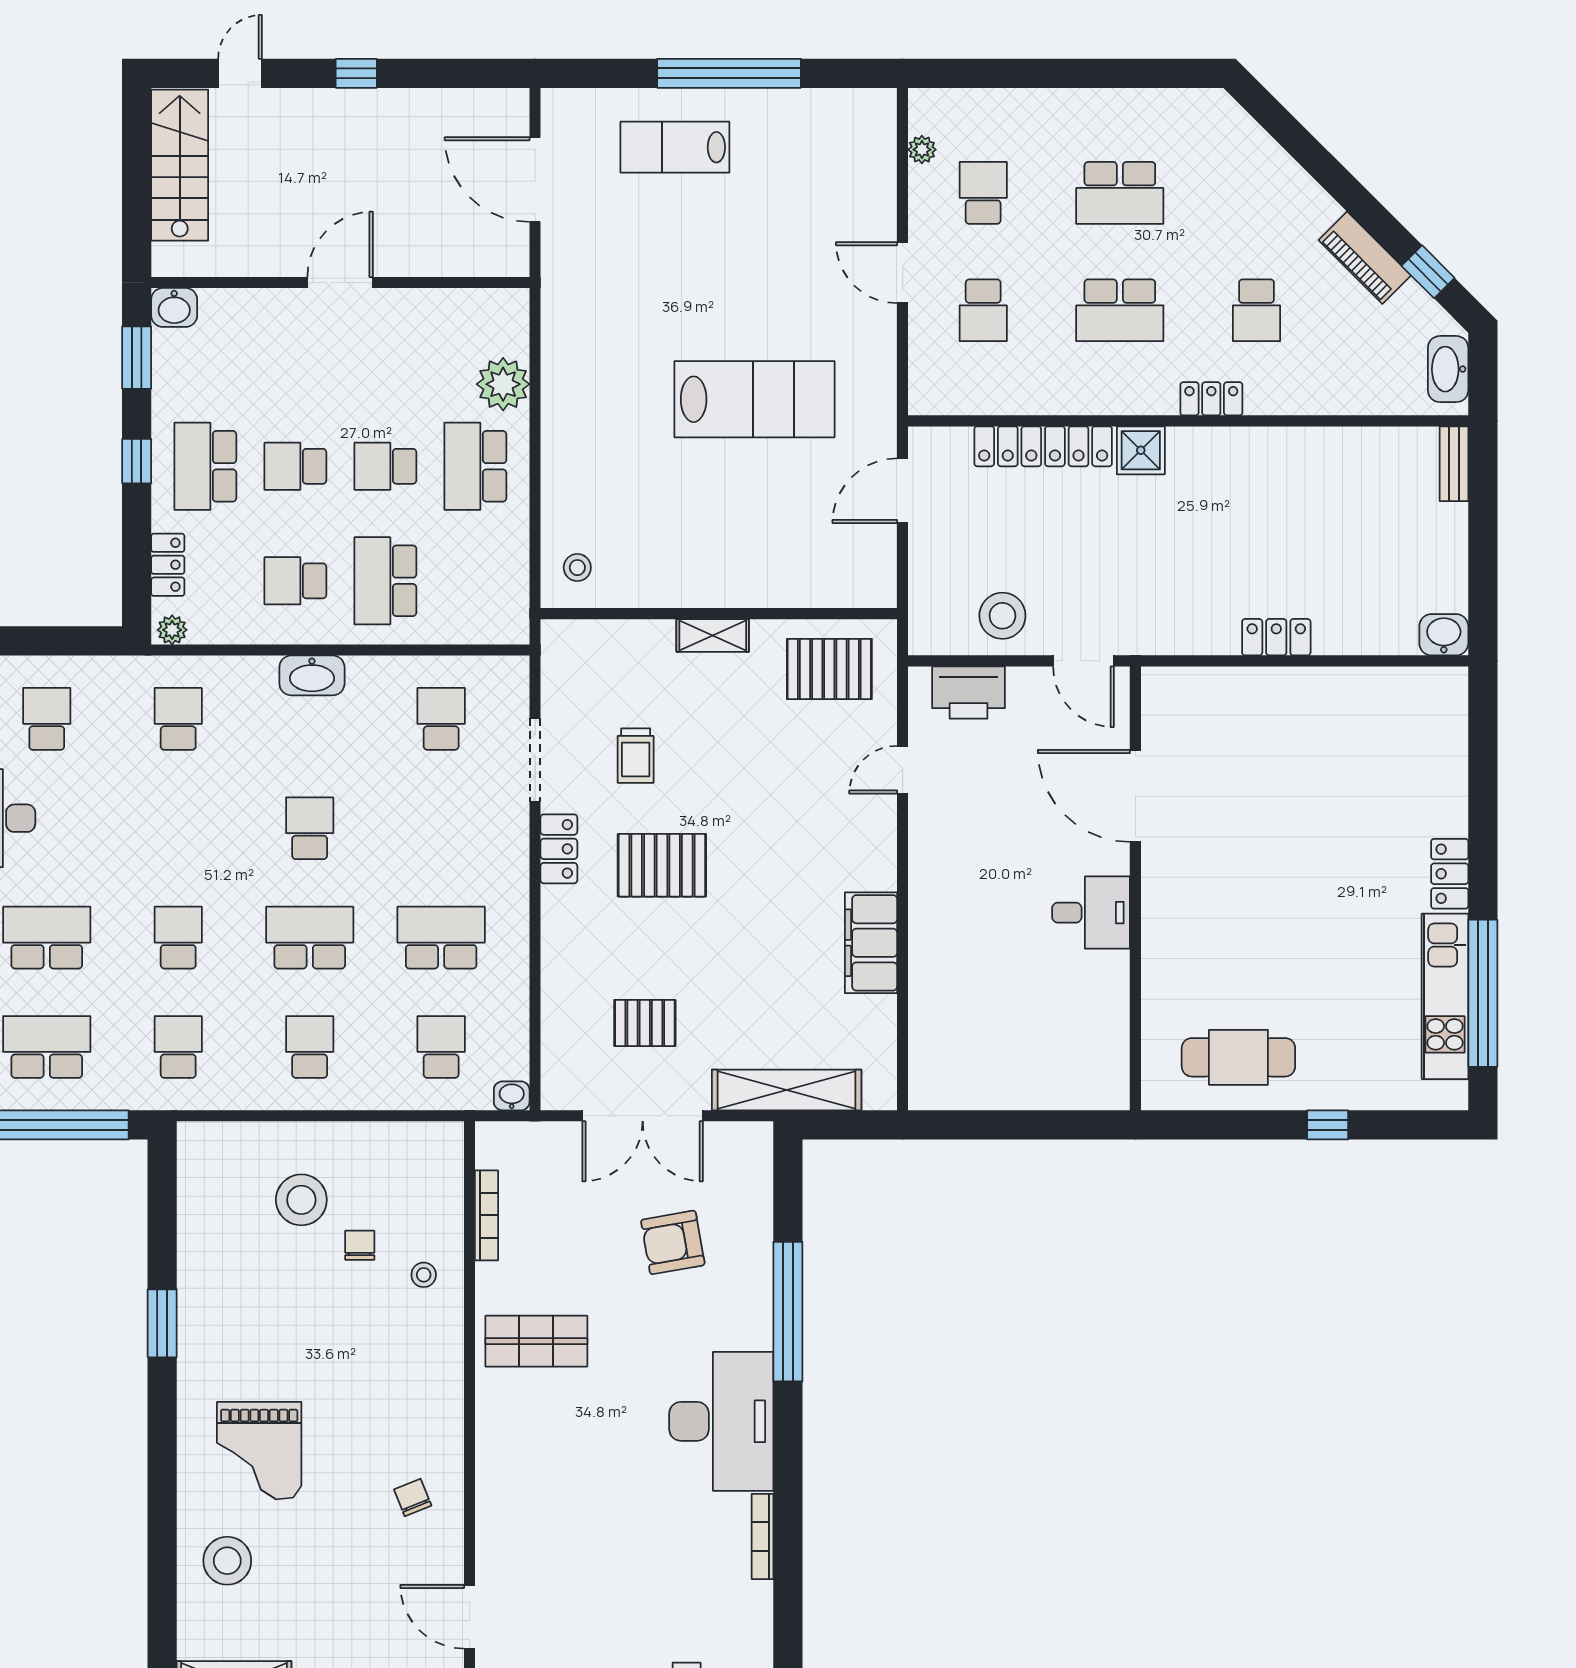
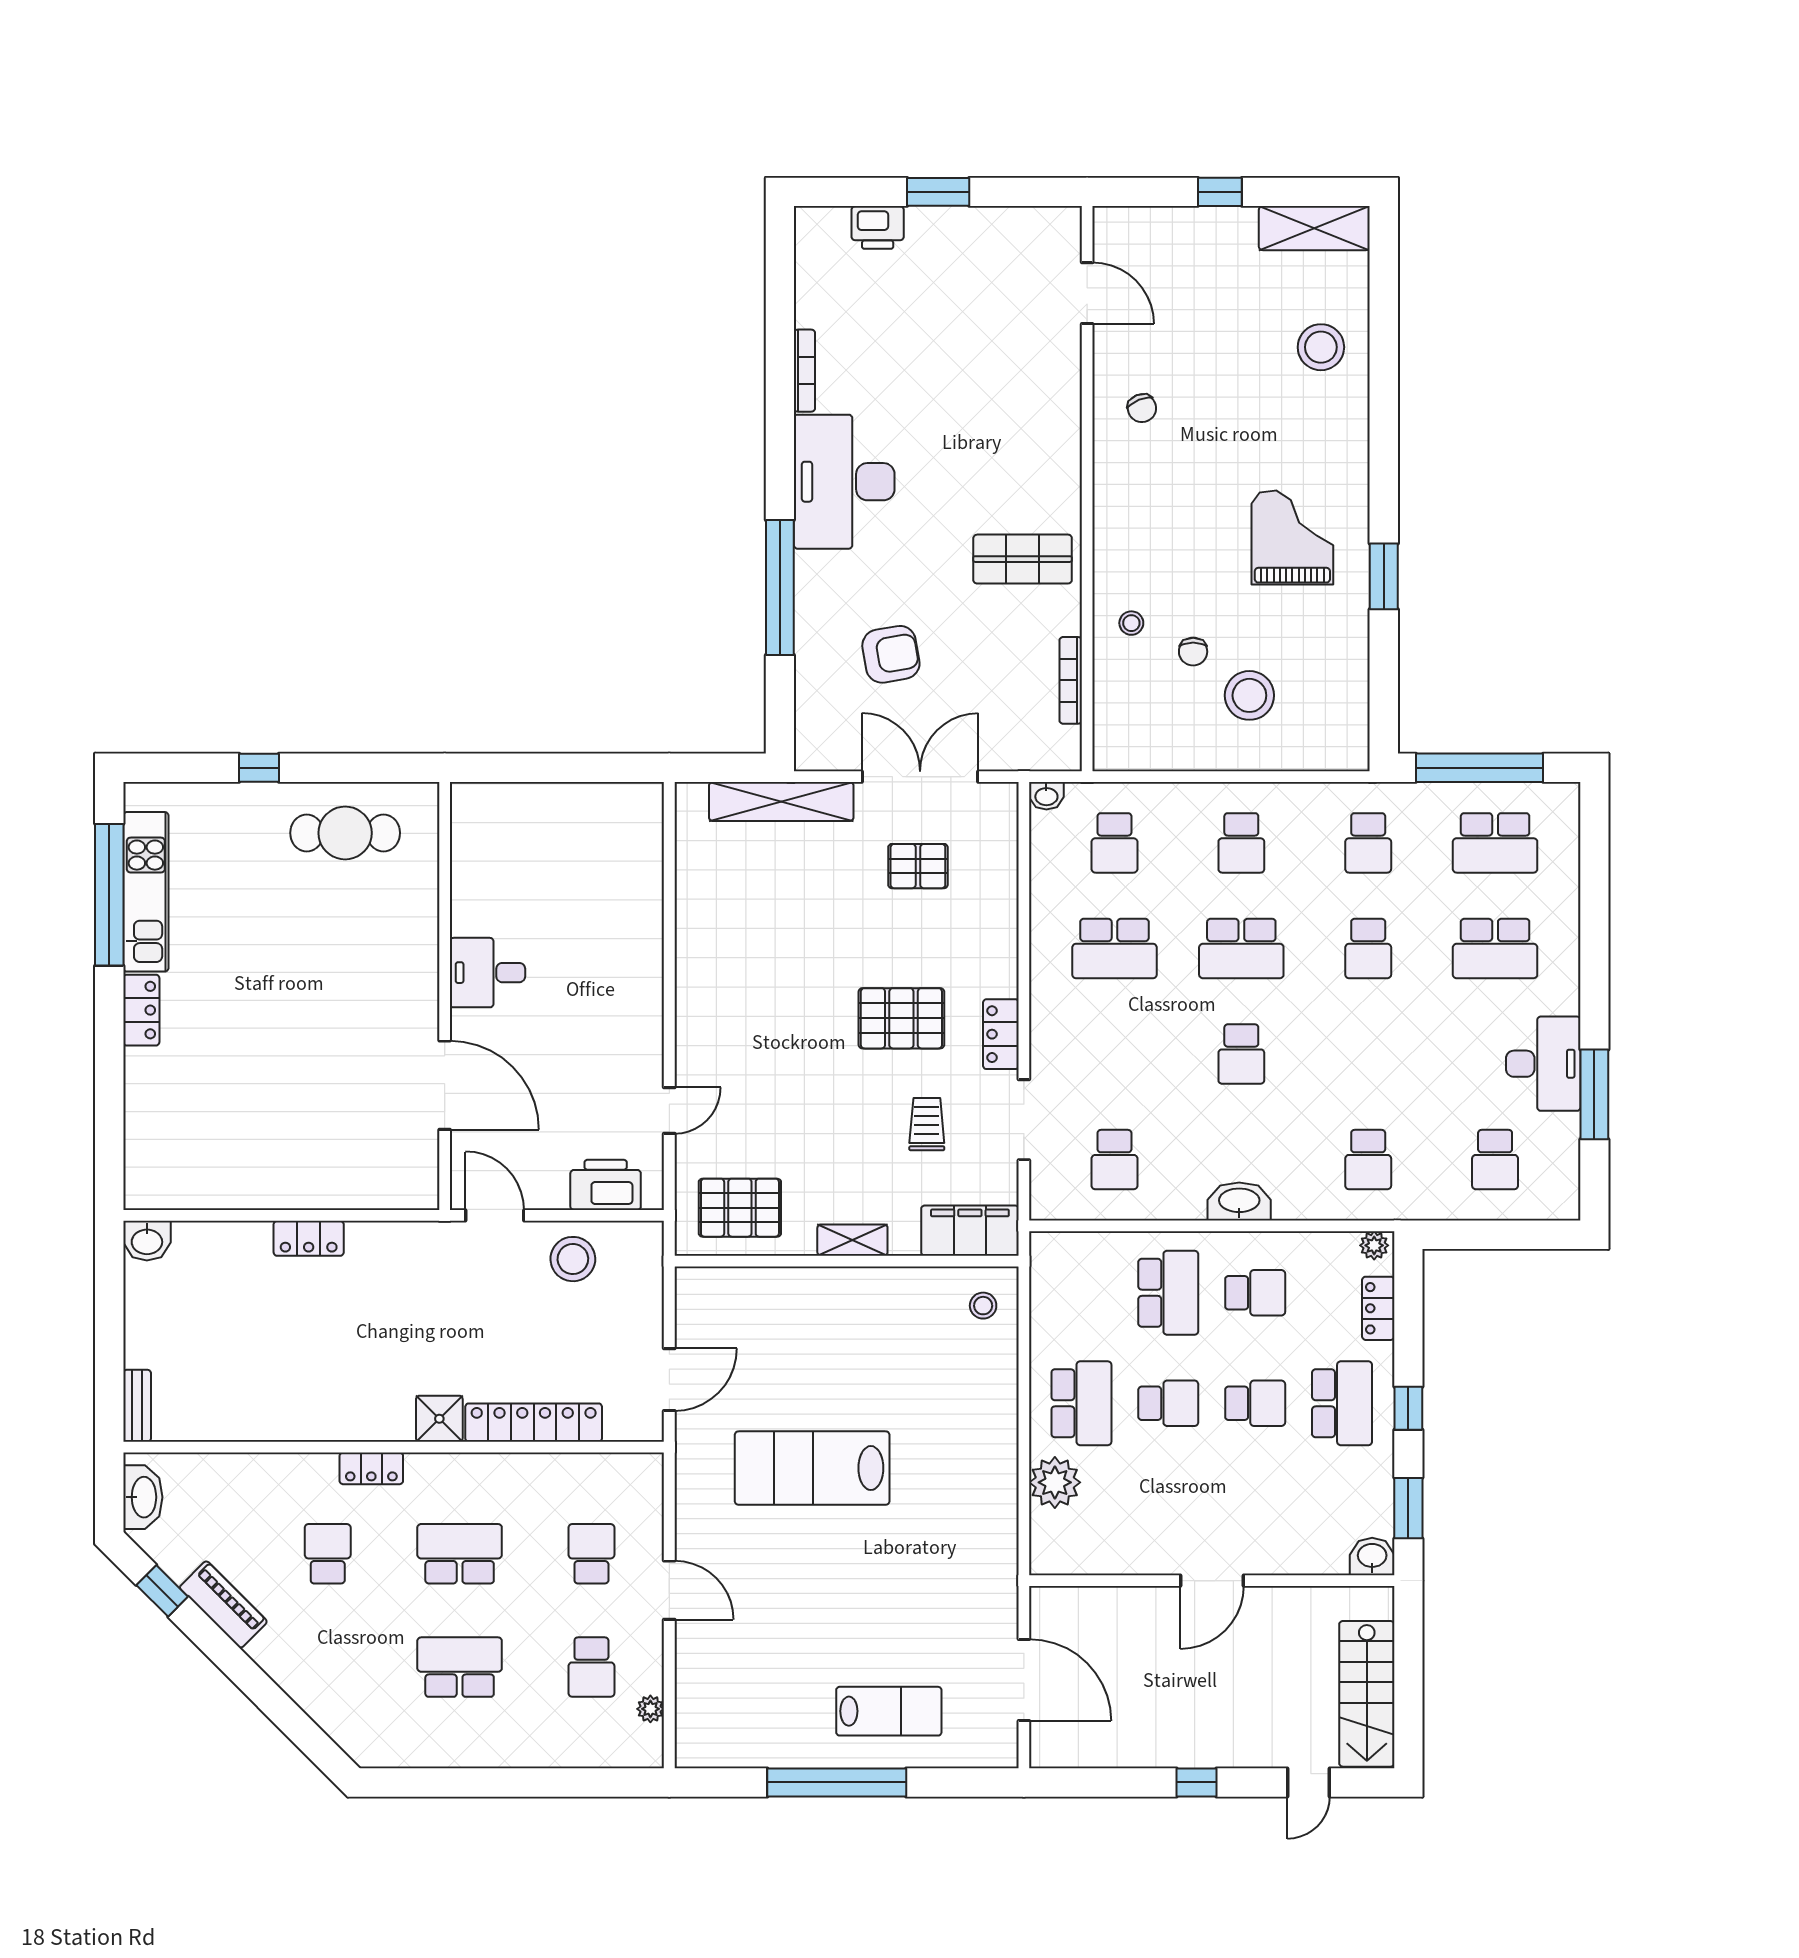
filing cabinet: (871, 943) -> (970, 1231), moved, turned -90
grand piano: (259, 1451) -> (1292, 538), moved

